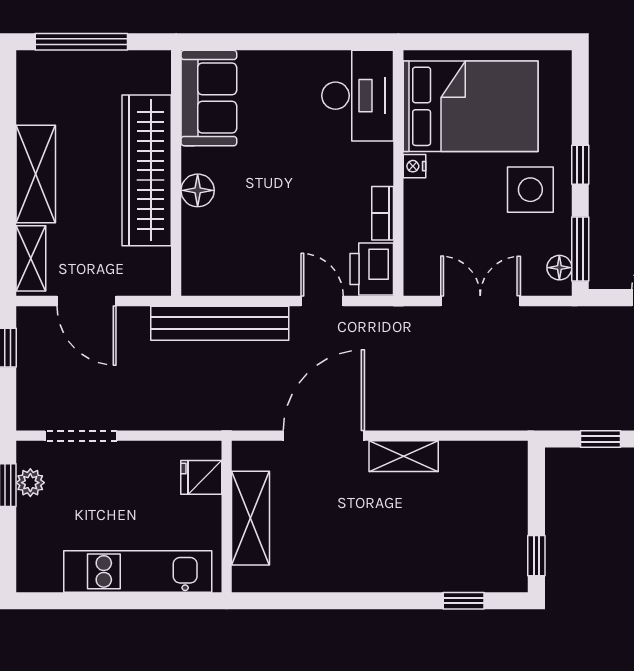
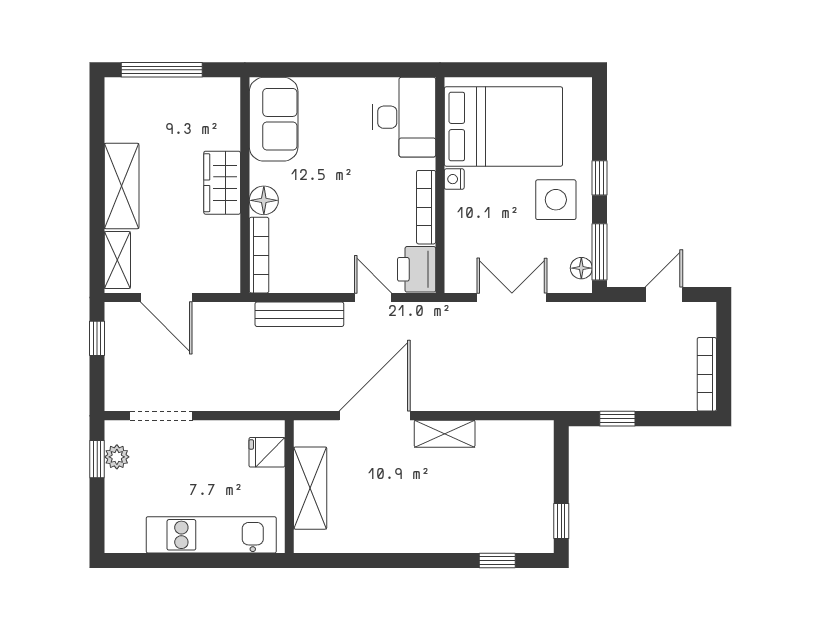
wardrobe: (147, 170) -> (222, 183), width x0.48, depth x0.85
bookcase: (383, 213) -> (426, 207), width x1.56
bookcase: (192, 253) -> (259, 255), added
bench: (220, 323) -> (299, 314), width x0.73, depth x0.82

